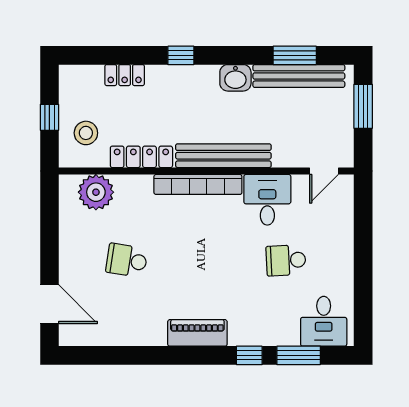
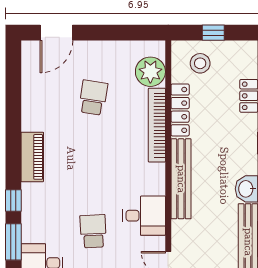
bookcase: (198, 184) -> (157, 125), moved

